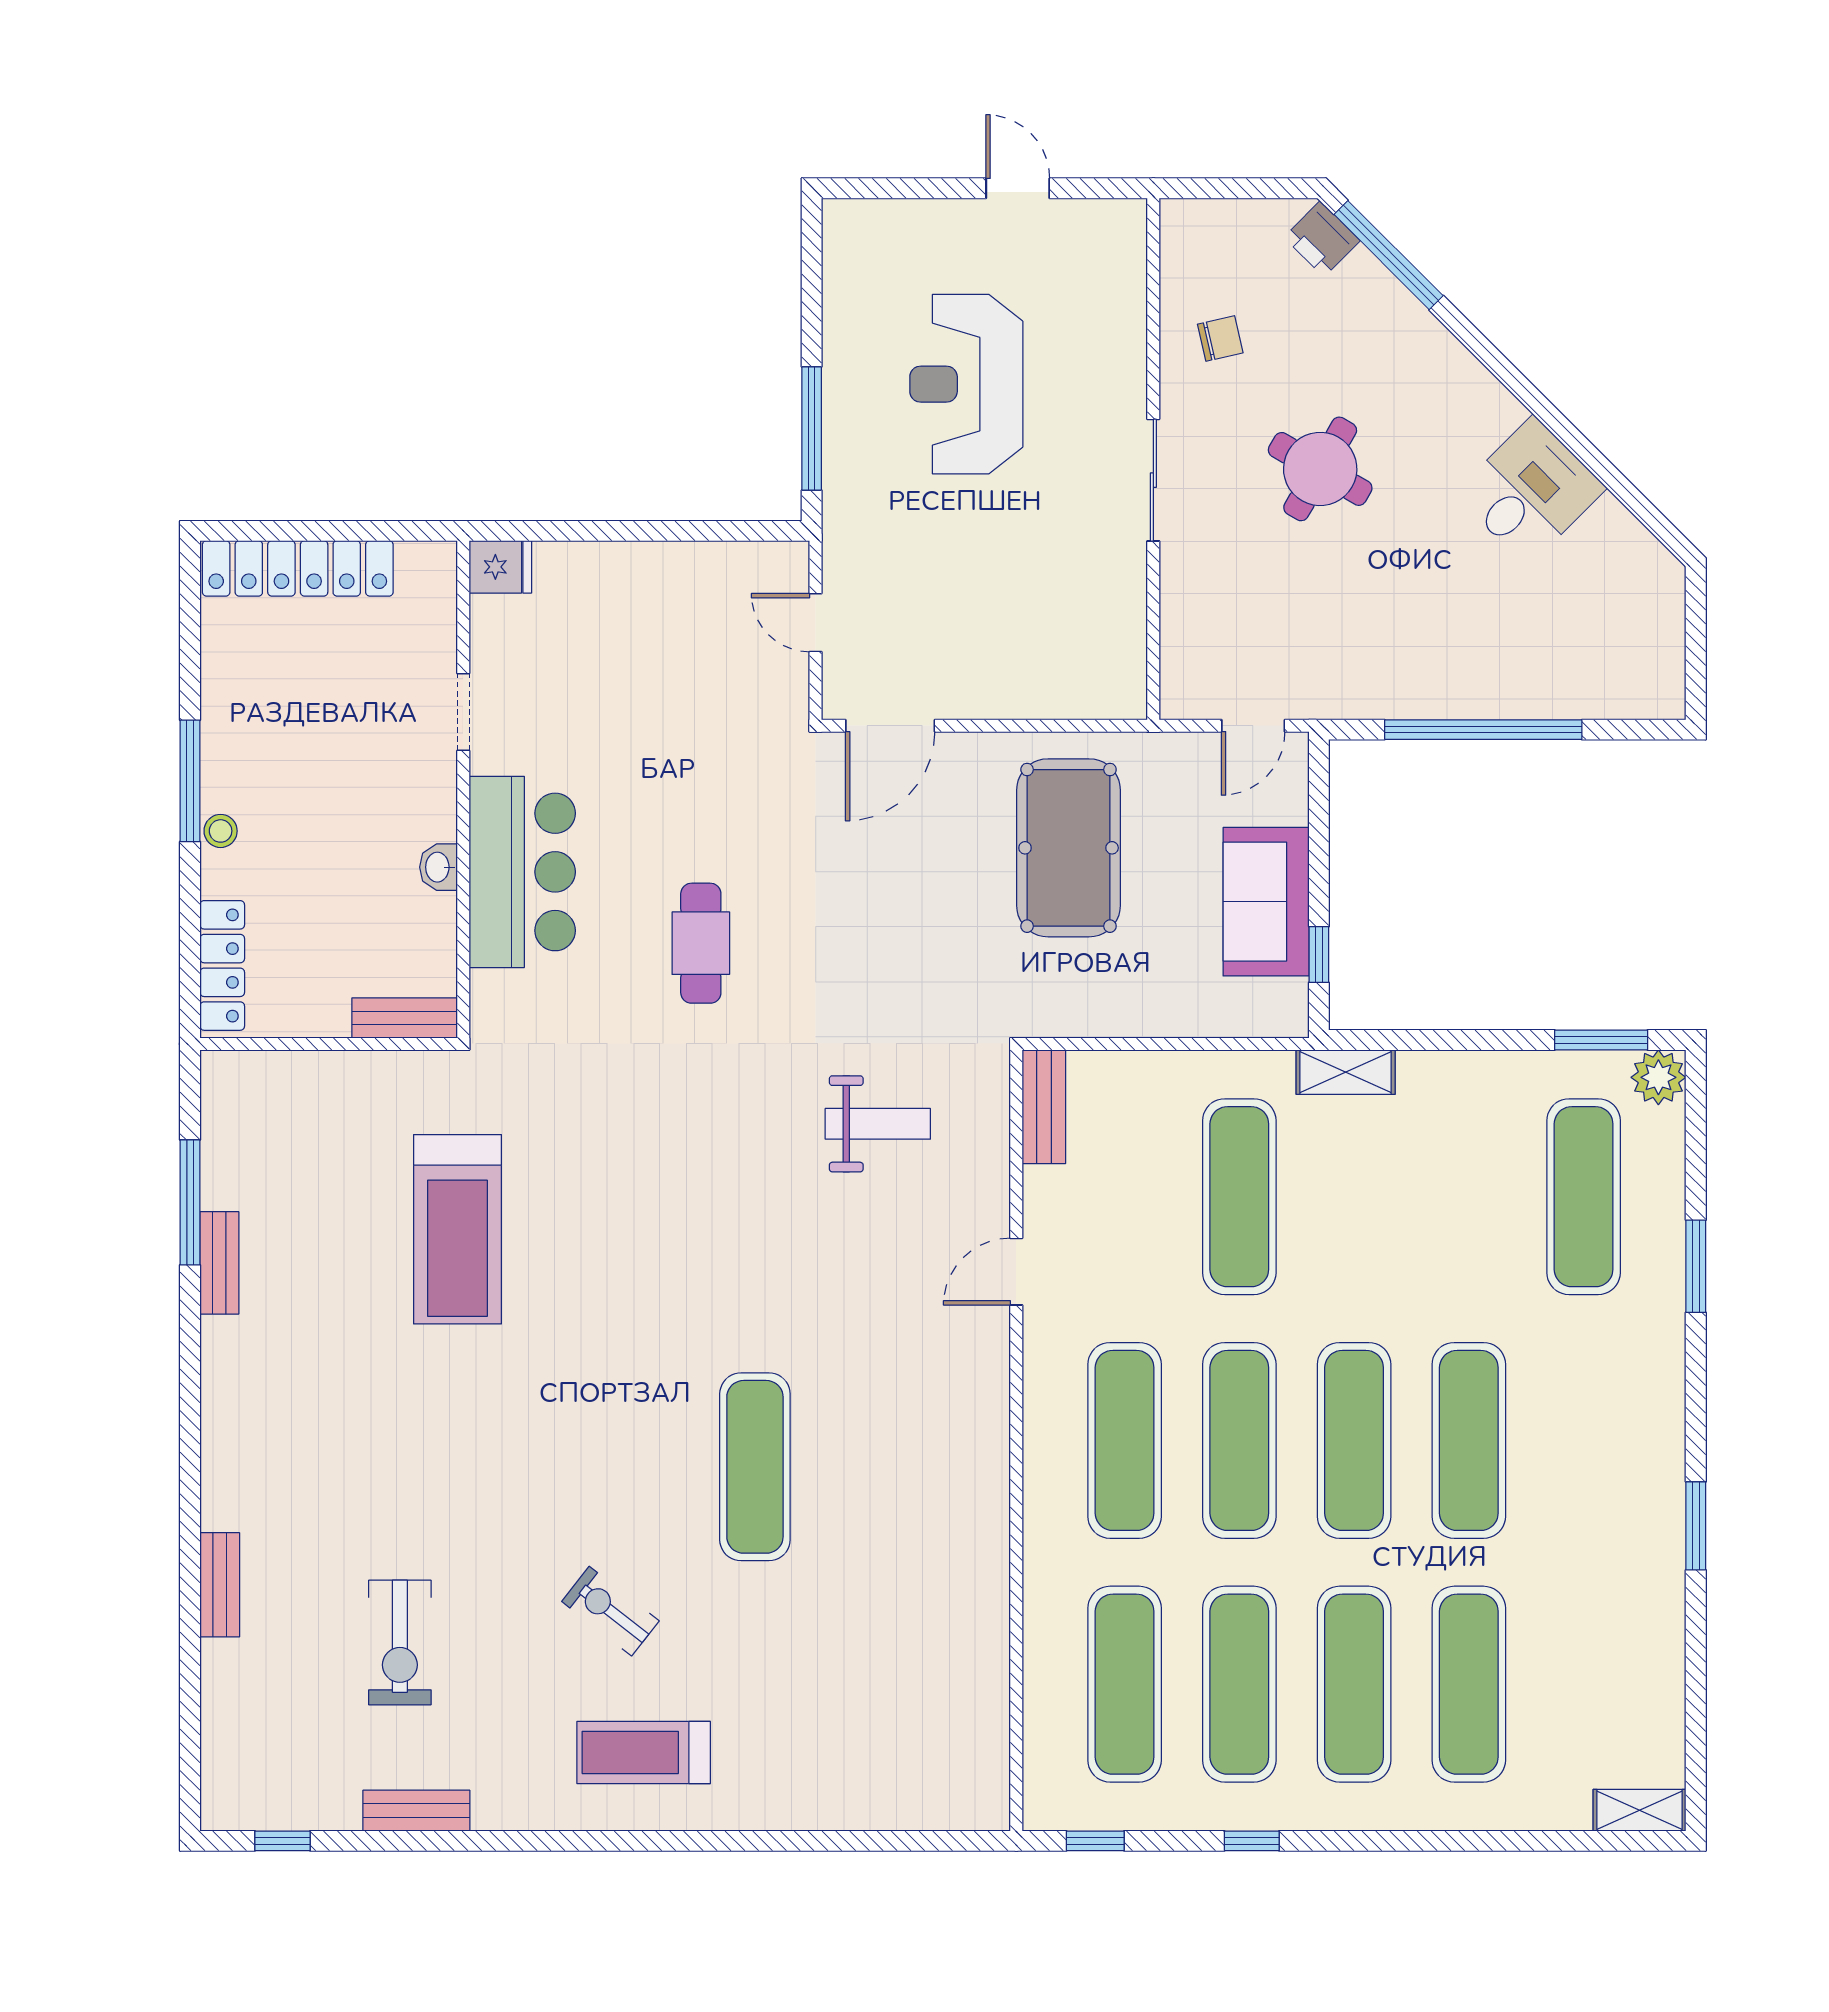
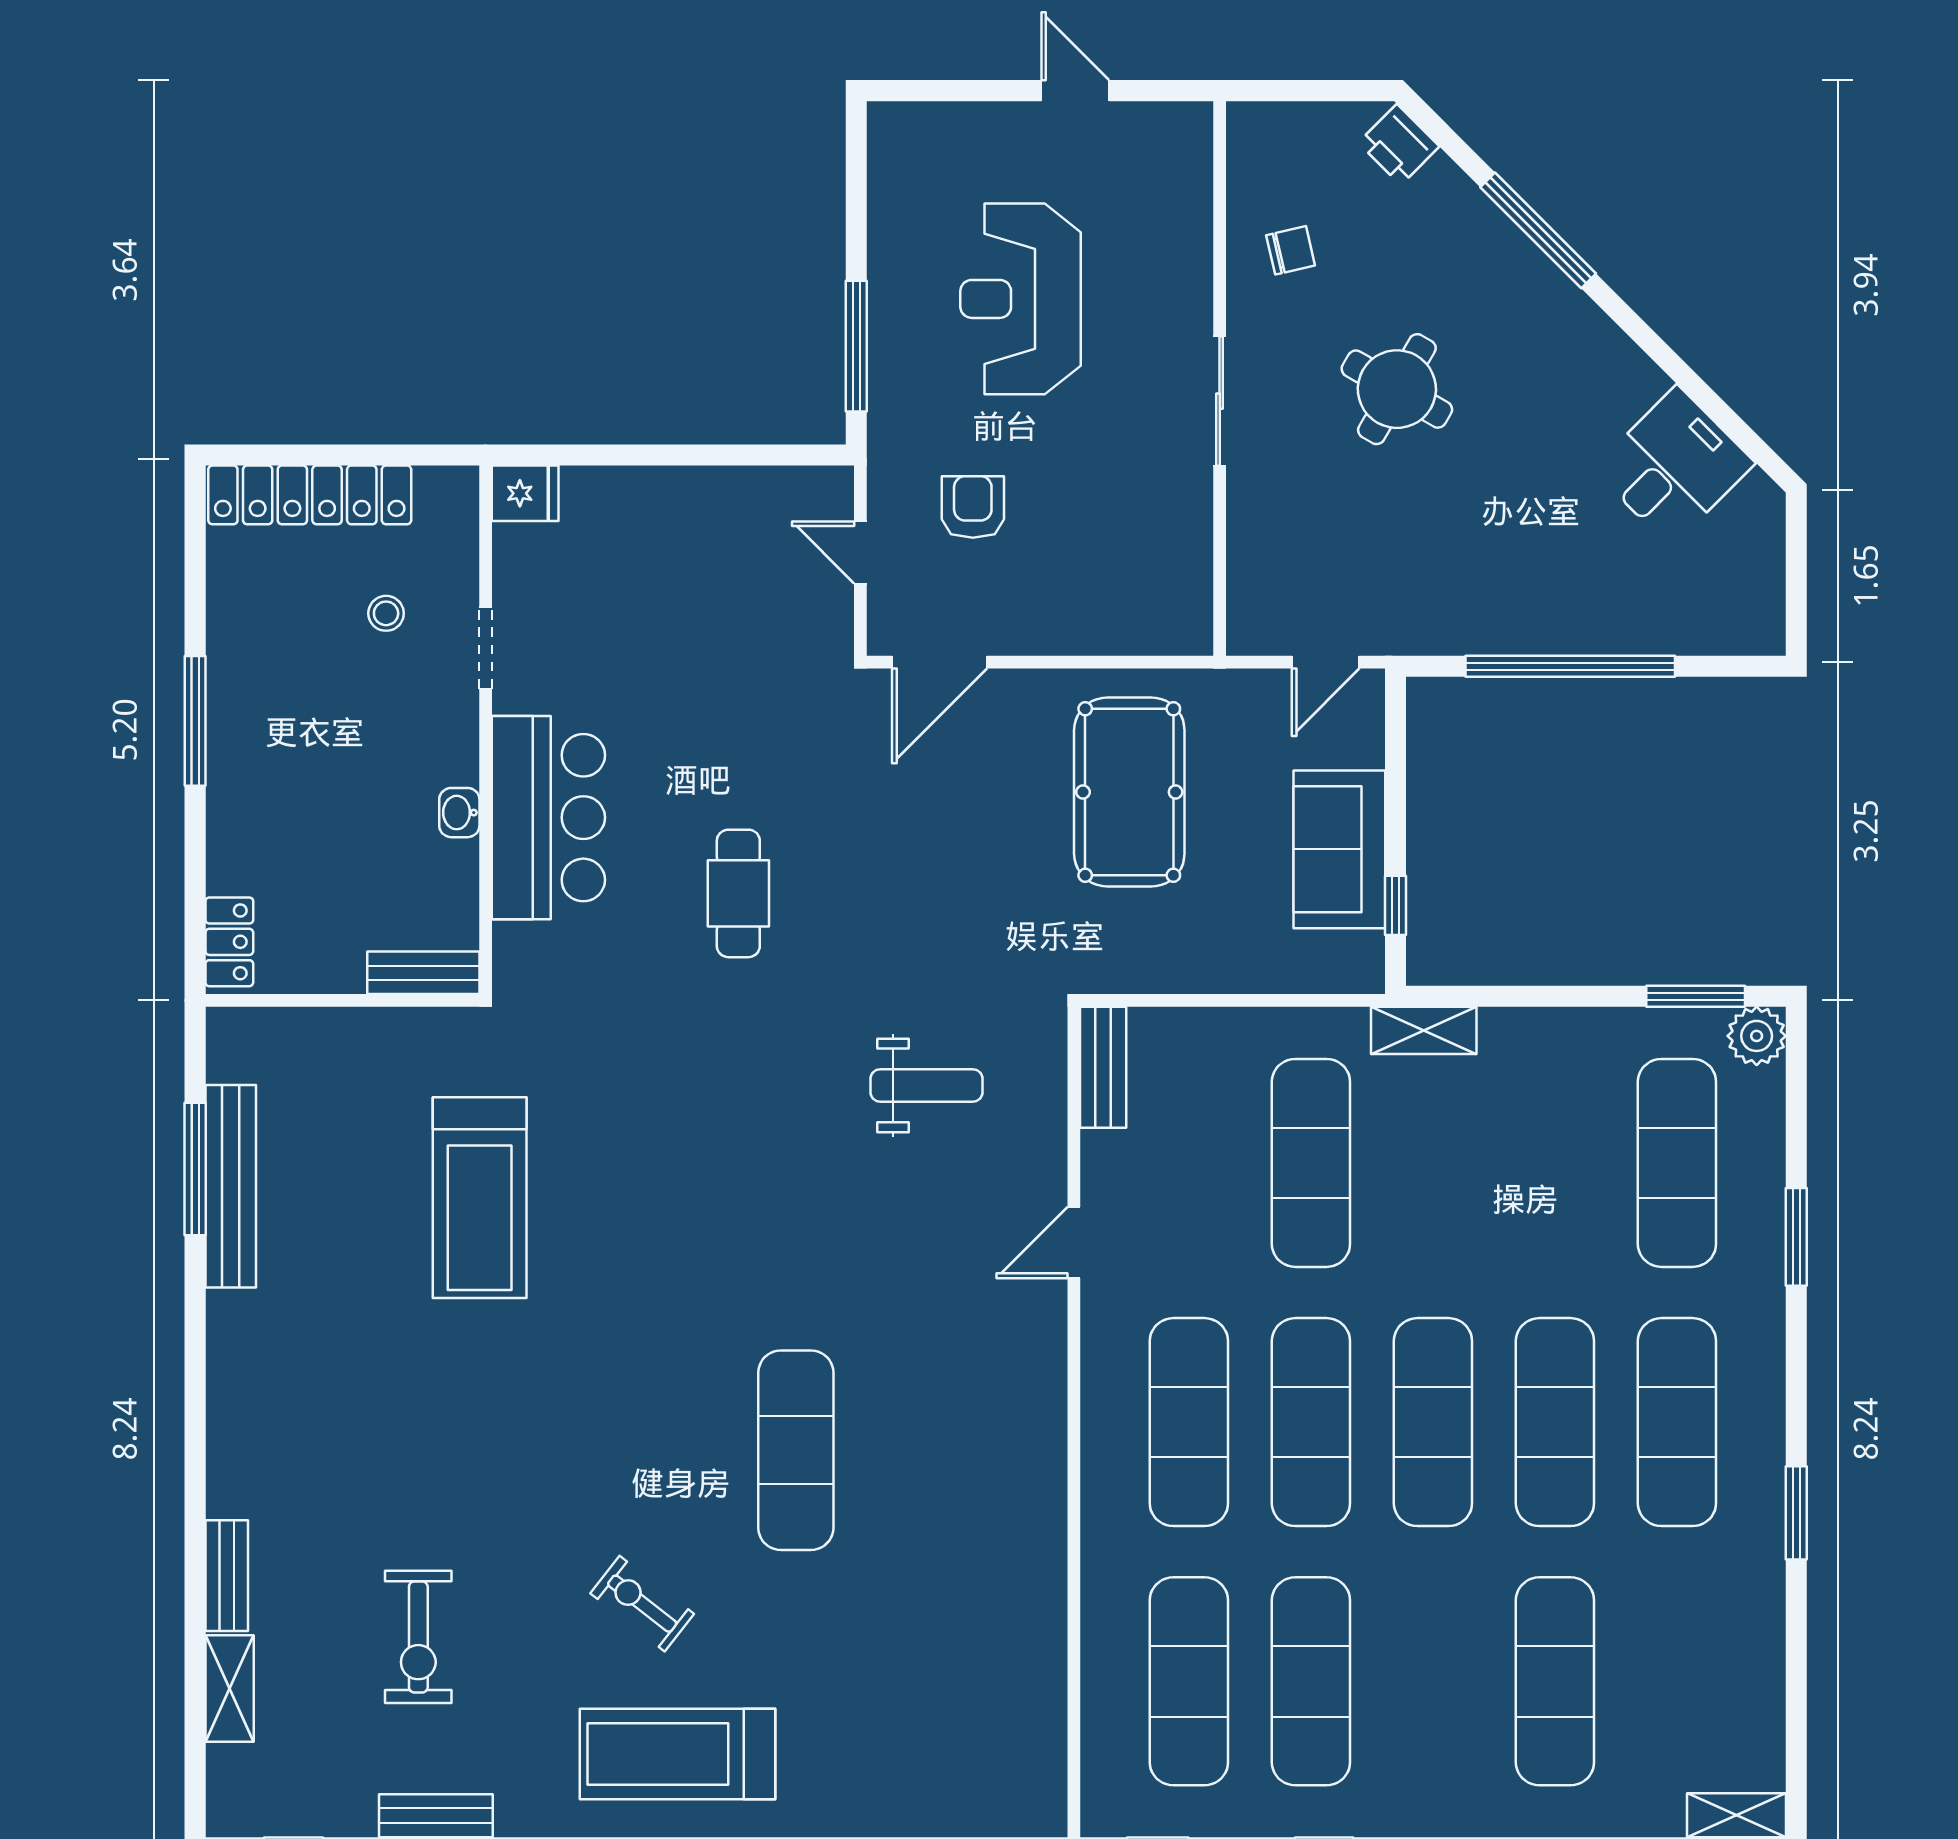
window: (1389, 255) -> (1538, 230), moved
desk: (1530, 491) -> (1674, 466), moved
armchair: (921, 580) -> (973, 507), added
stool: (221, 831) -> (386, 613), moved
locker: (222, 965) -> (229, 942), width x0.66
bench: (219, 1263) -> (231, 1186), width x1.86, depth x1.21
exercise mat: (1354, 1684) -> (1677, 1422), moved
shelving: (222, 1691) -> (230, 1689), added
treadmill: (644, 1752) -> (677, 1754), width x1.37, depth x1.38

